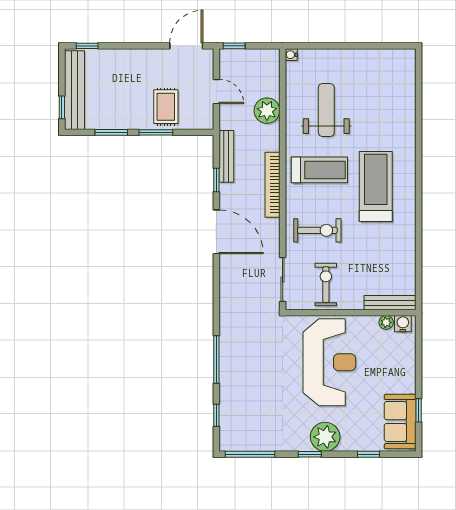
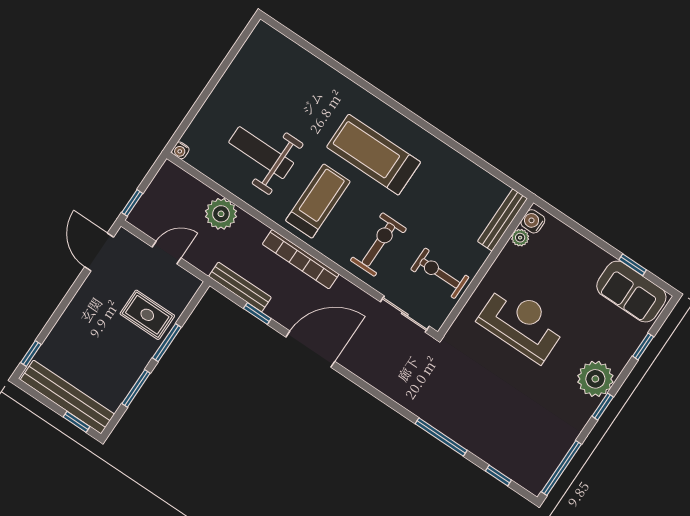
reception desk: (329, 362) -> (522, 323), width x0.74, depth x0.77

